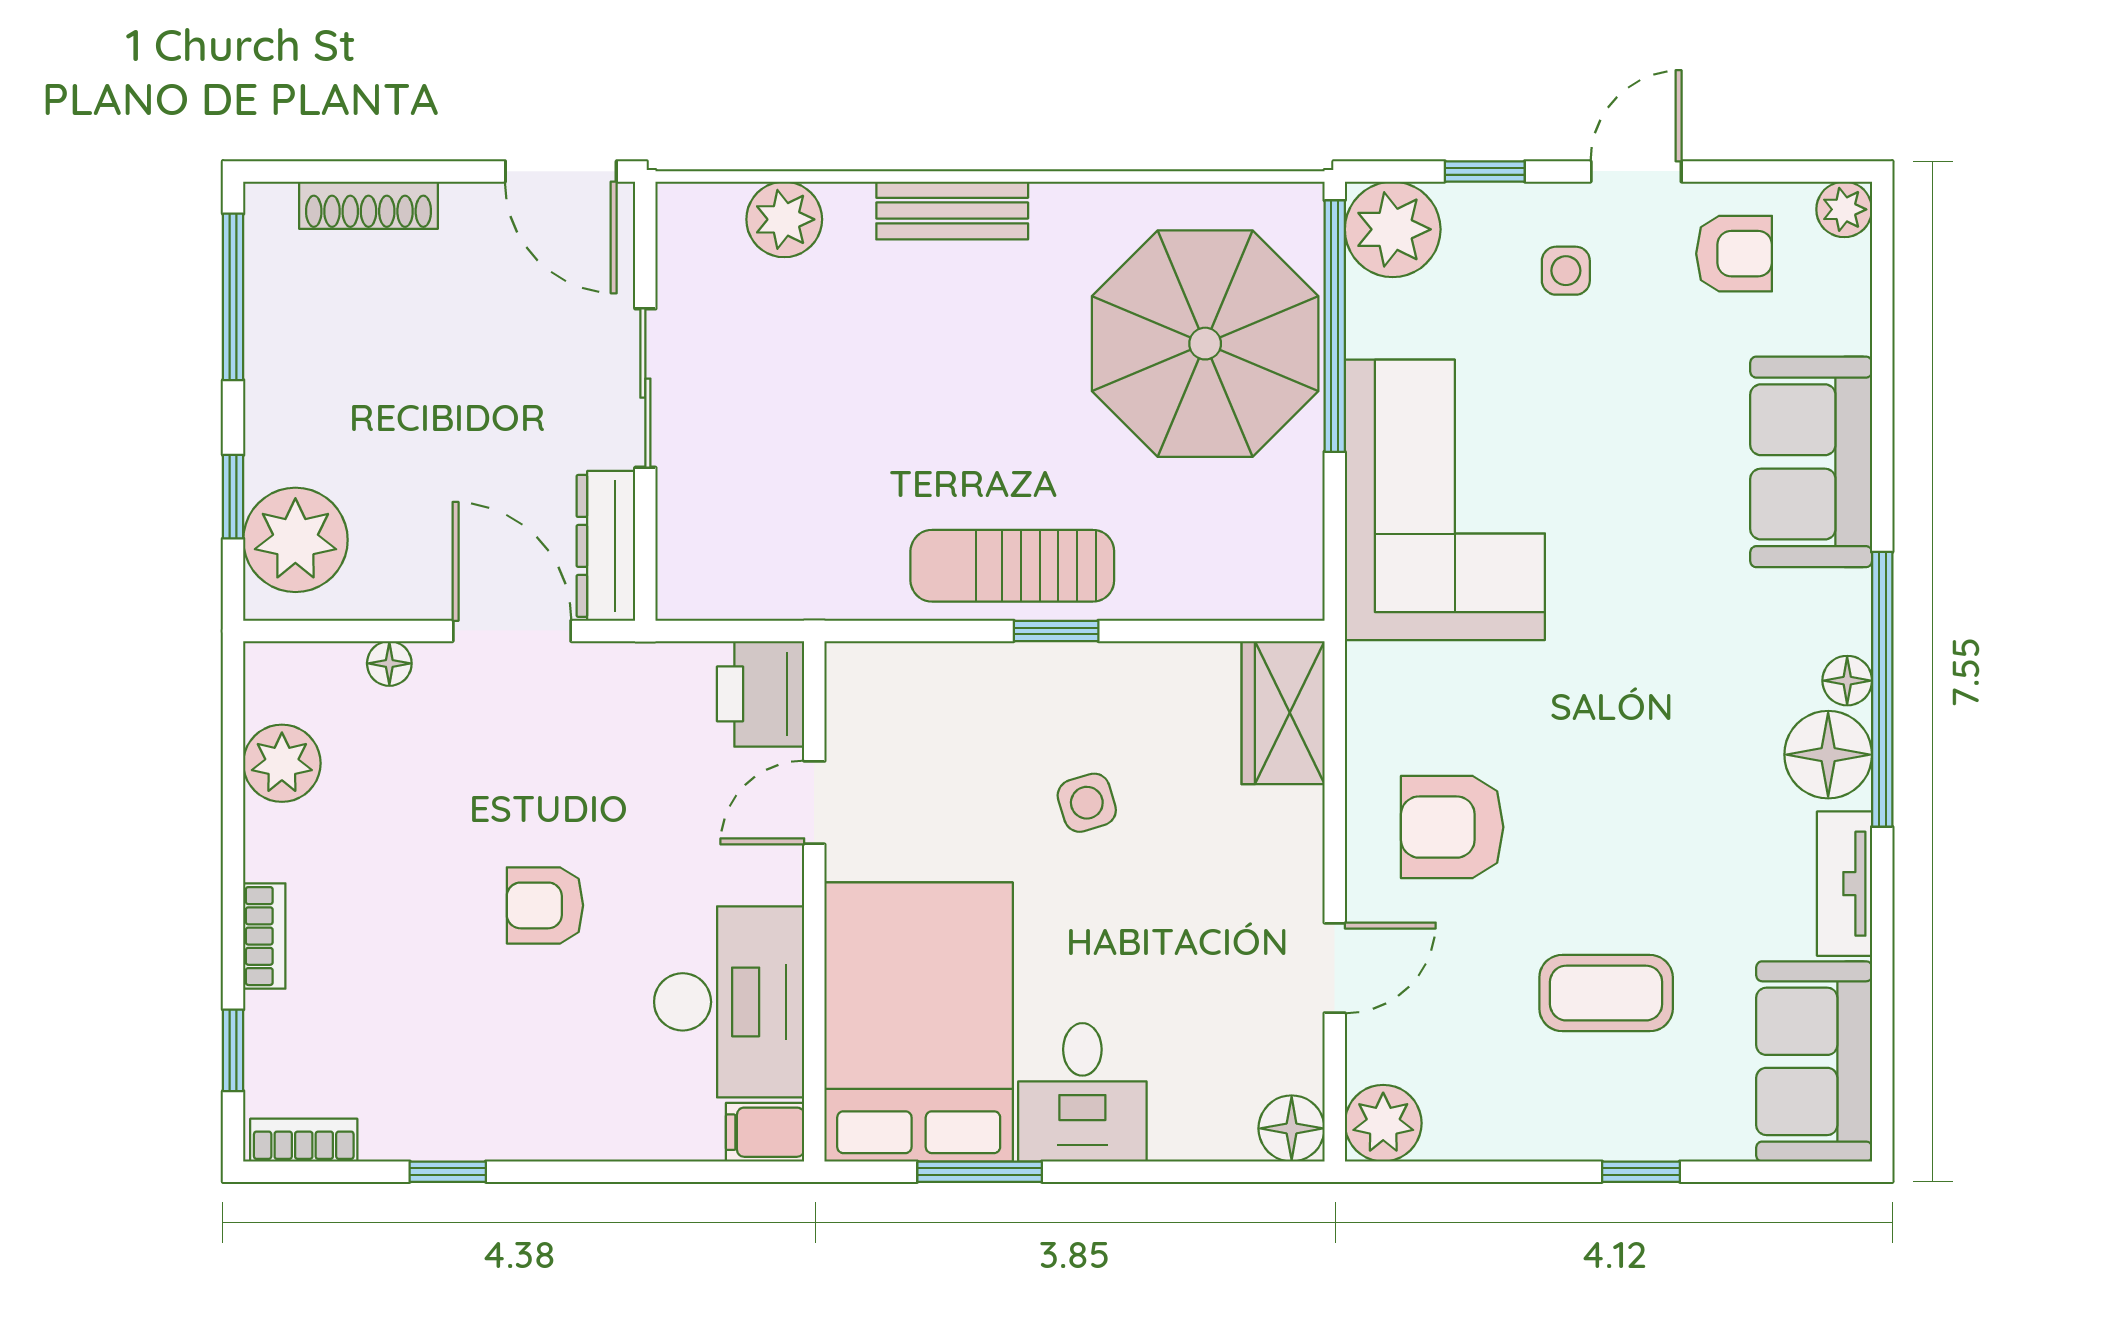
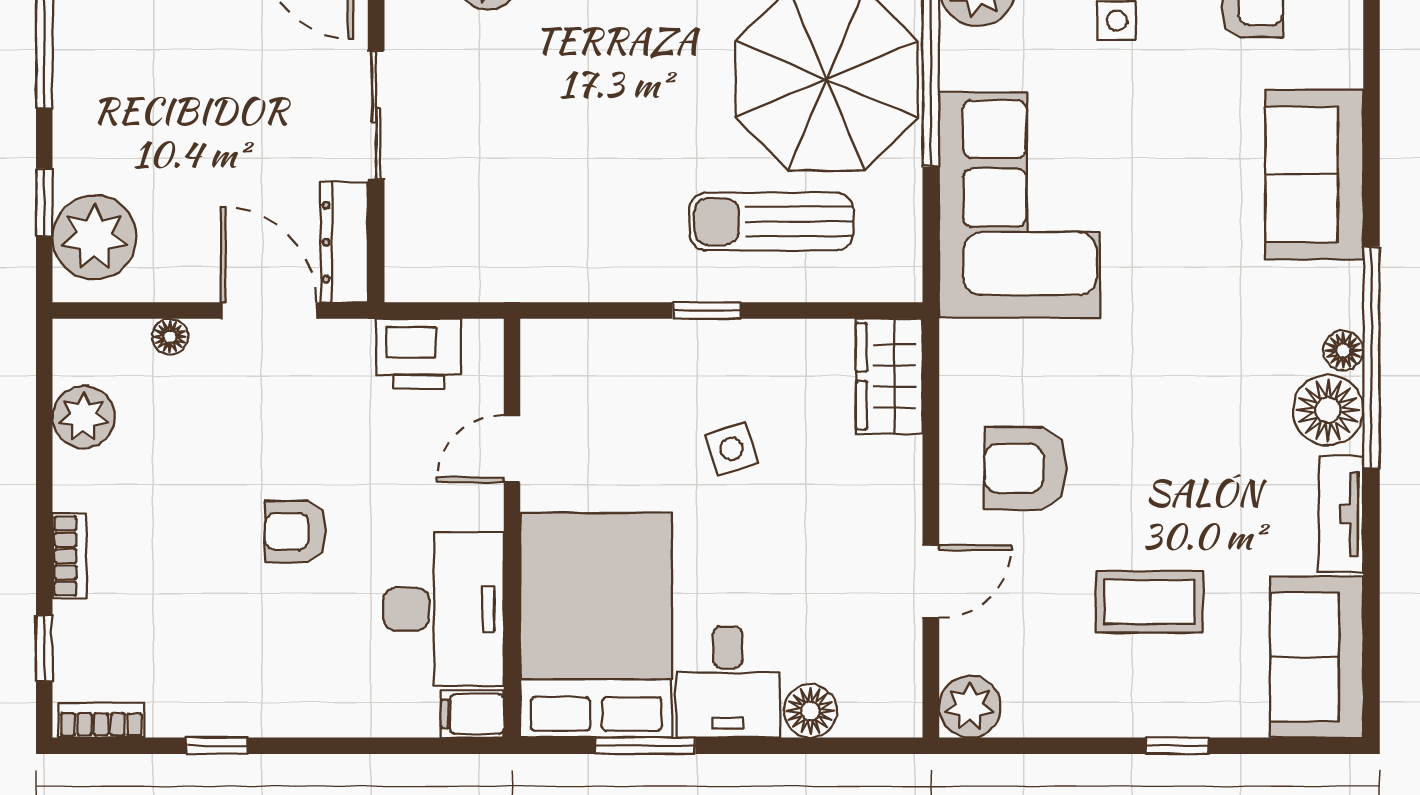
sun lounger: (1012, 566) -> (771, 222), moved
printer: (761, 694) -> (419, 354), moved, turned -90
floor lamp: (1292, 1128) -> (810, 711), moved

